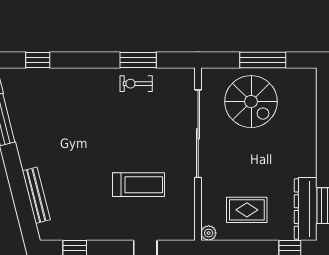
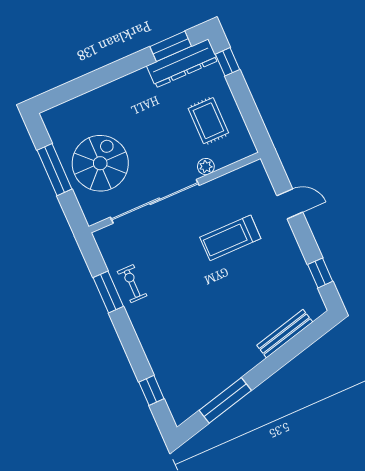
exercise bike: (136, 84) -> (132, 284), turned 180
treadmill: (138, 185) -> (230, 238), turned -90
plant: (209, 233) -> (206, 167), moved

